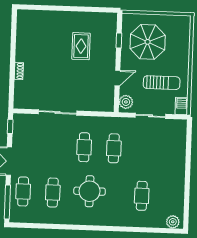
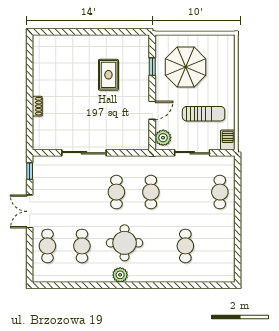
cafe table: (173, 150) -> (220, 192), added
window: (7, 202) -> (30, 259), removed
plant: (173, 222) -> (120, 275), moved

